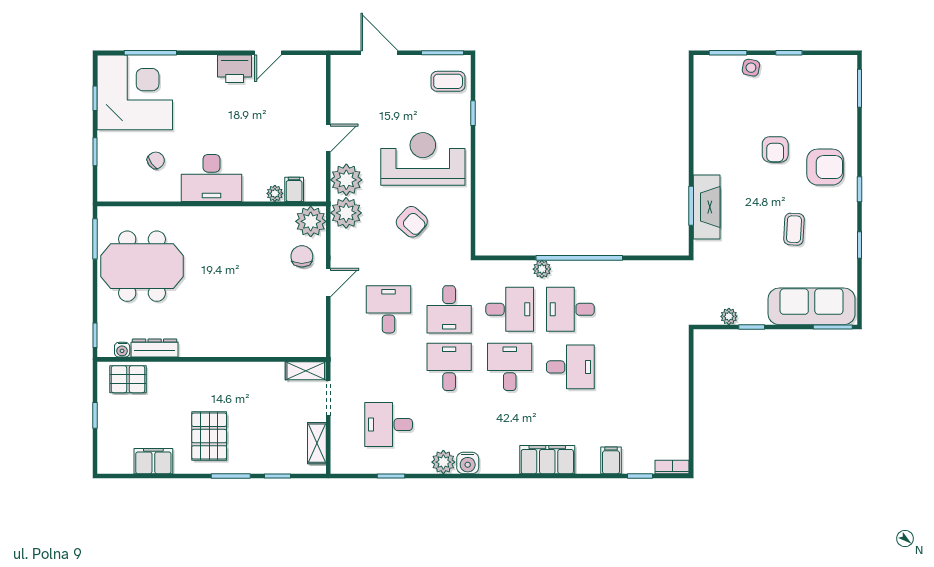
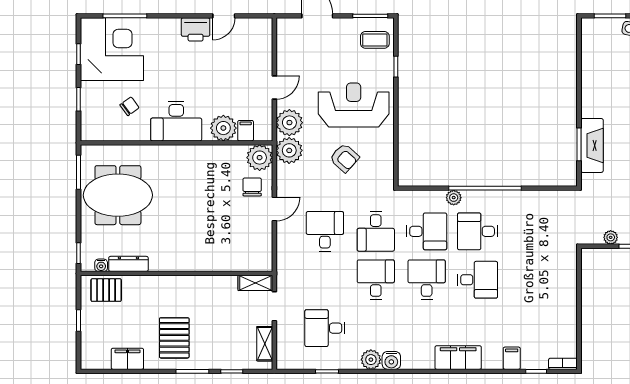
plant: (275, 193) -> (223, 128), width x1.88, depth x1.88

